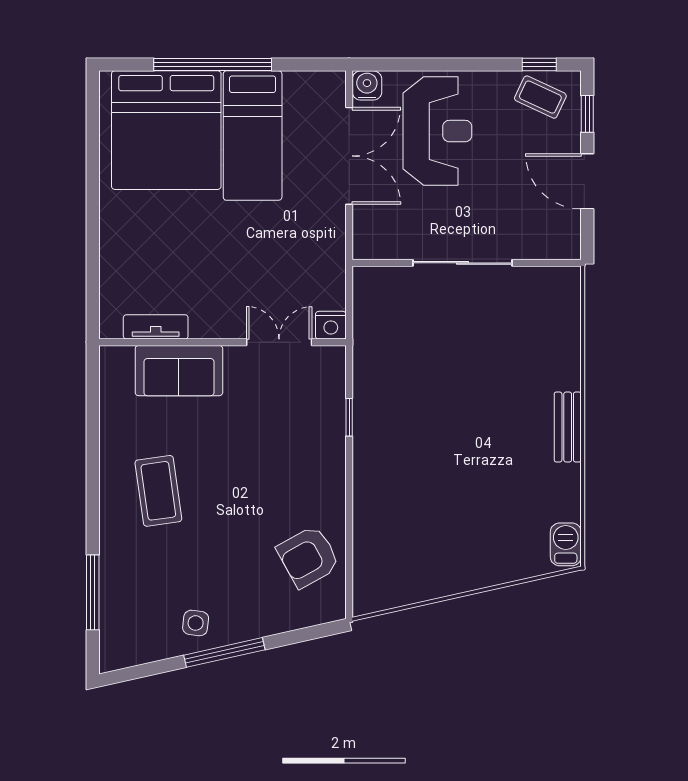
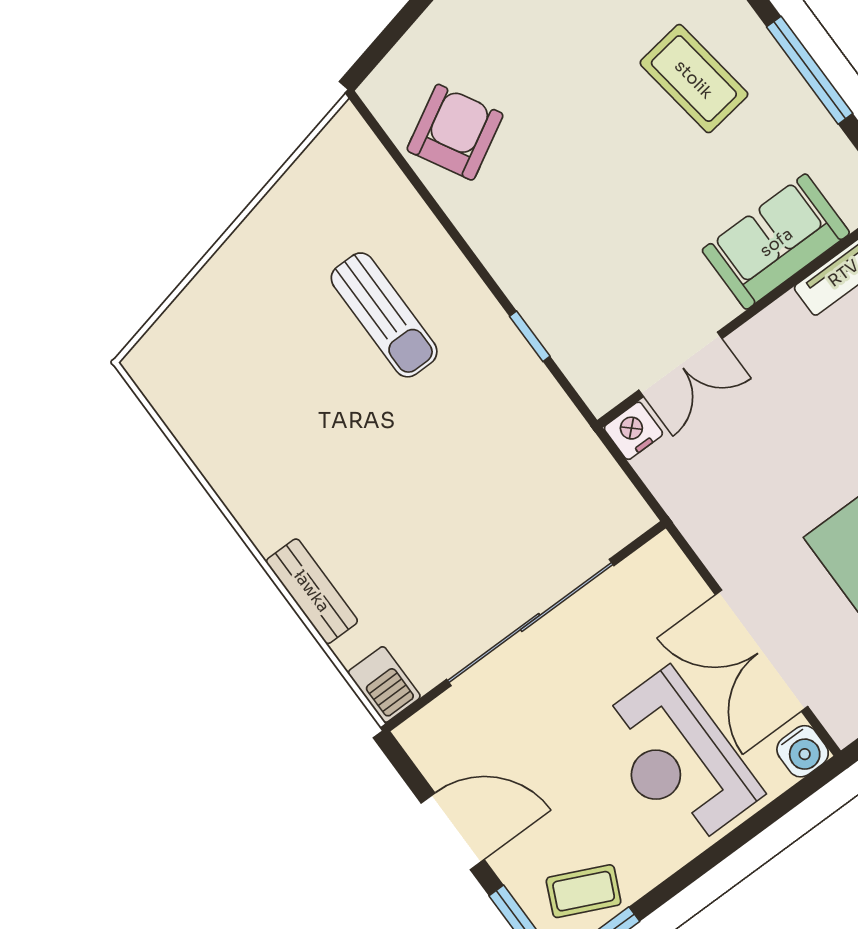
sliding door: (462, 263) -> (530, 622), width x1.36
bench: (568, 427) -> (312, 591), moved
window: (93, 449) -> (810, 70), added
sun lounger: (419, 487) -> (384, 315), added
barbecue: (566, 544) -> (384, 685), moved

